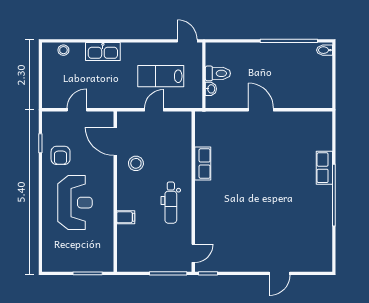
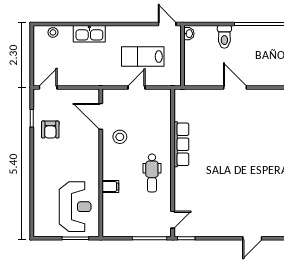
toilet: (218, 73) -> (224, 37), moved, turned 90
washbasin: (211, 89) -> (189, 34), moved
door: (77, 110) -> (48, 87), moved
row of seats: (203, 164) -> (181, 144), width x1.48
reception desk: (75, 203) -> (75, 207), moved

